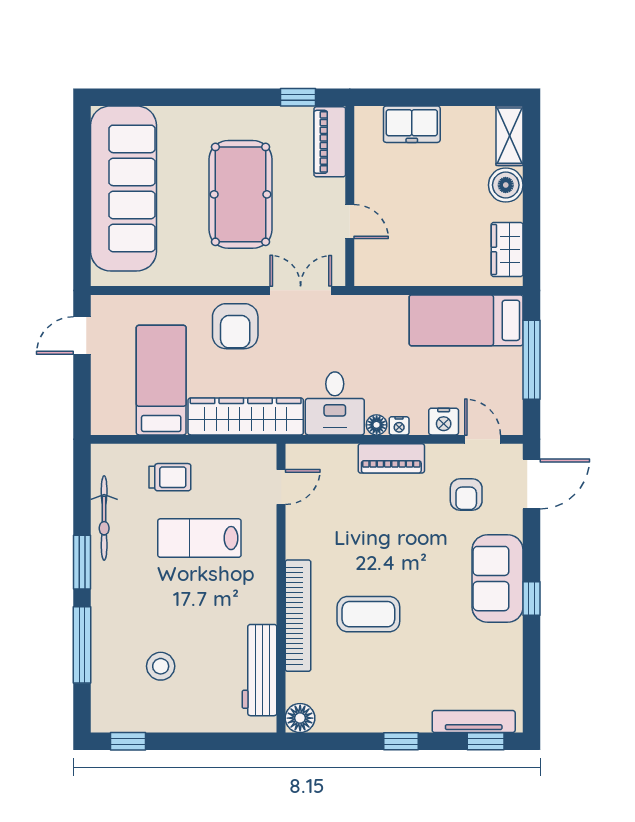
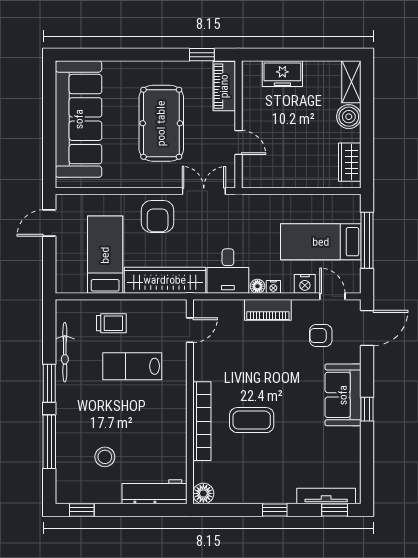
bed: (466, 320) -> (321, 242), moved
armchair: (466, 495) -> (321, 335), turned 90
workbench: (260, 670) -> (155, 492), moved, turned 90

